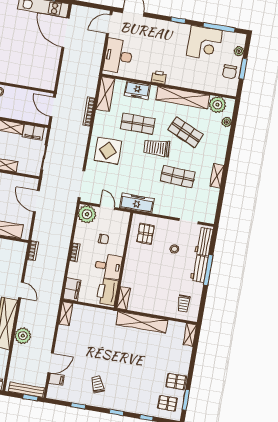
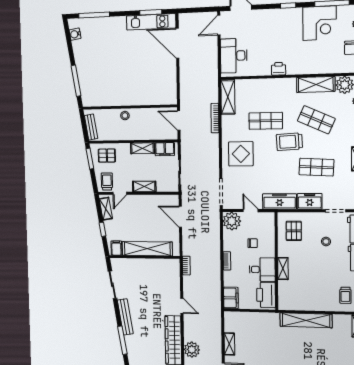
freezer: (137, 90) -> (310, 201), moved, turned 180
shelving: (183, 98) -> (316, 84), width x0.68
shelving: (123, 298) -> (283, 269), moved
shelving: (66, 314) -> (229, 344), moved

